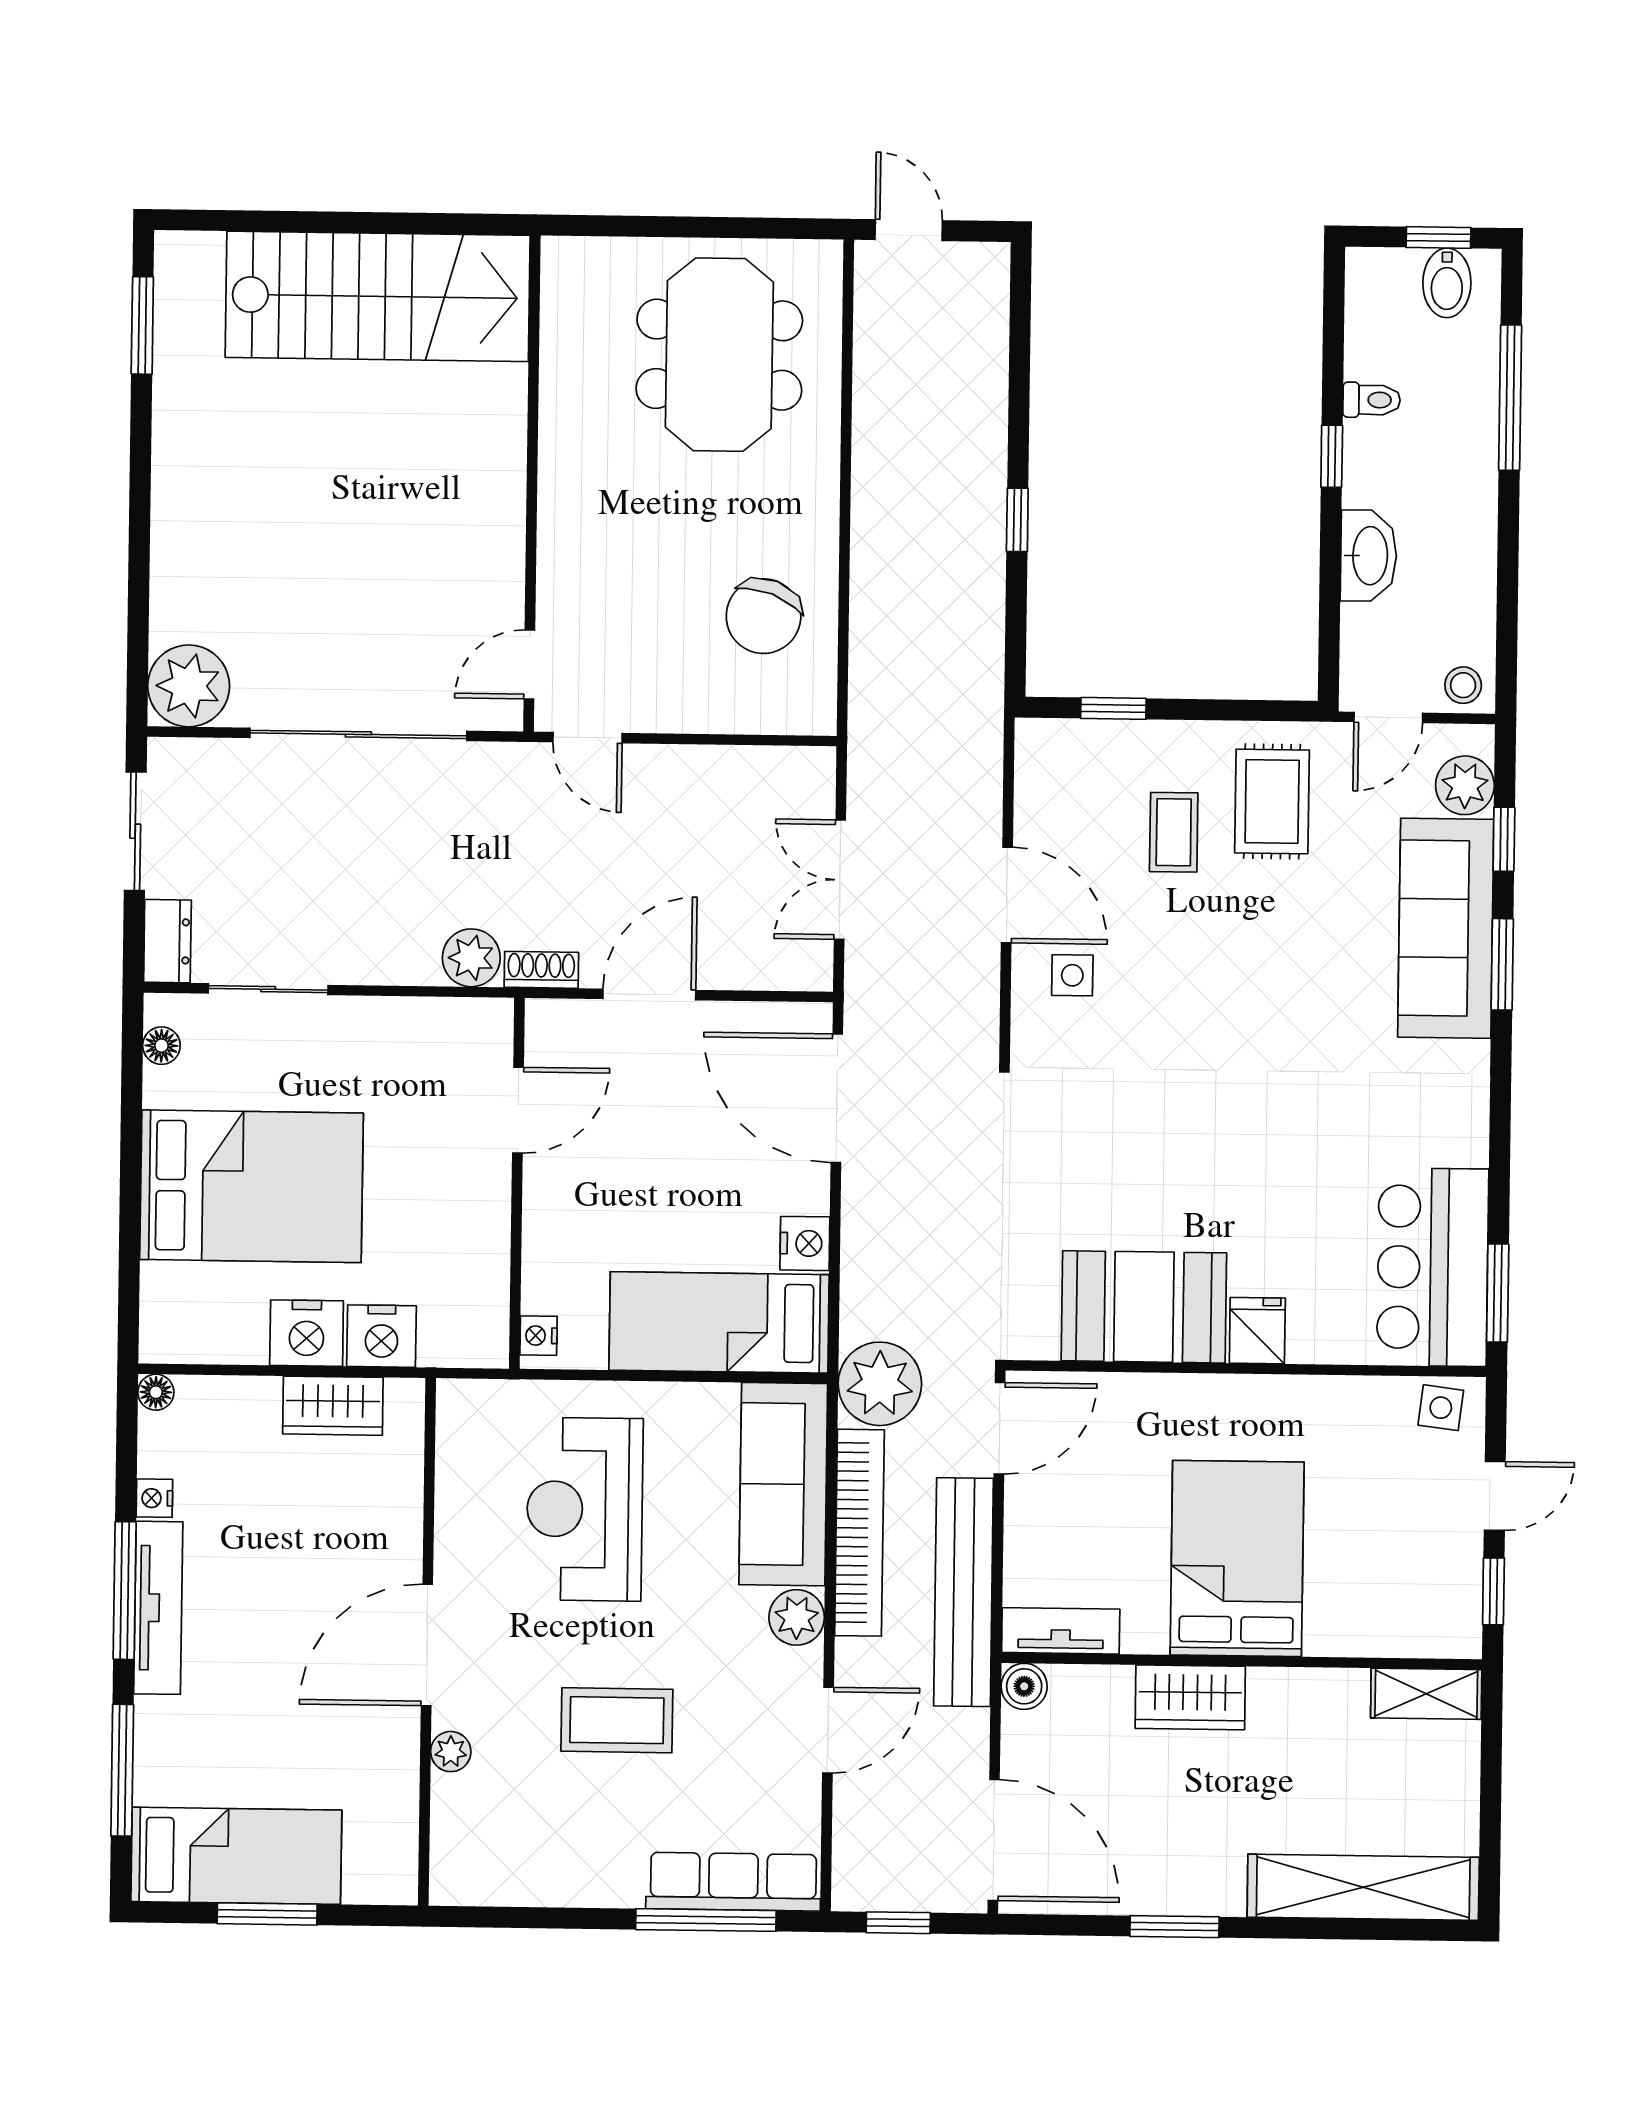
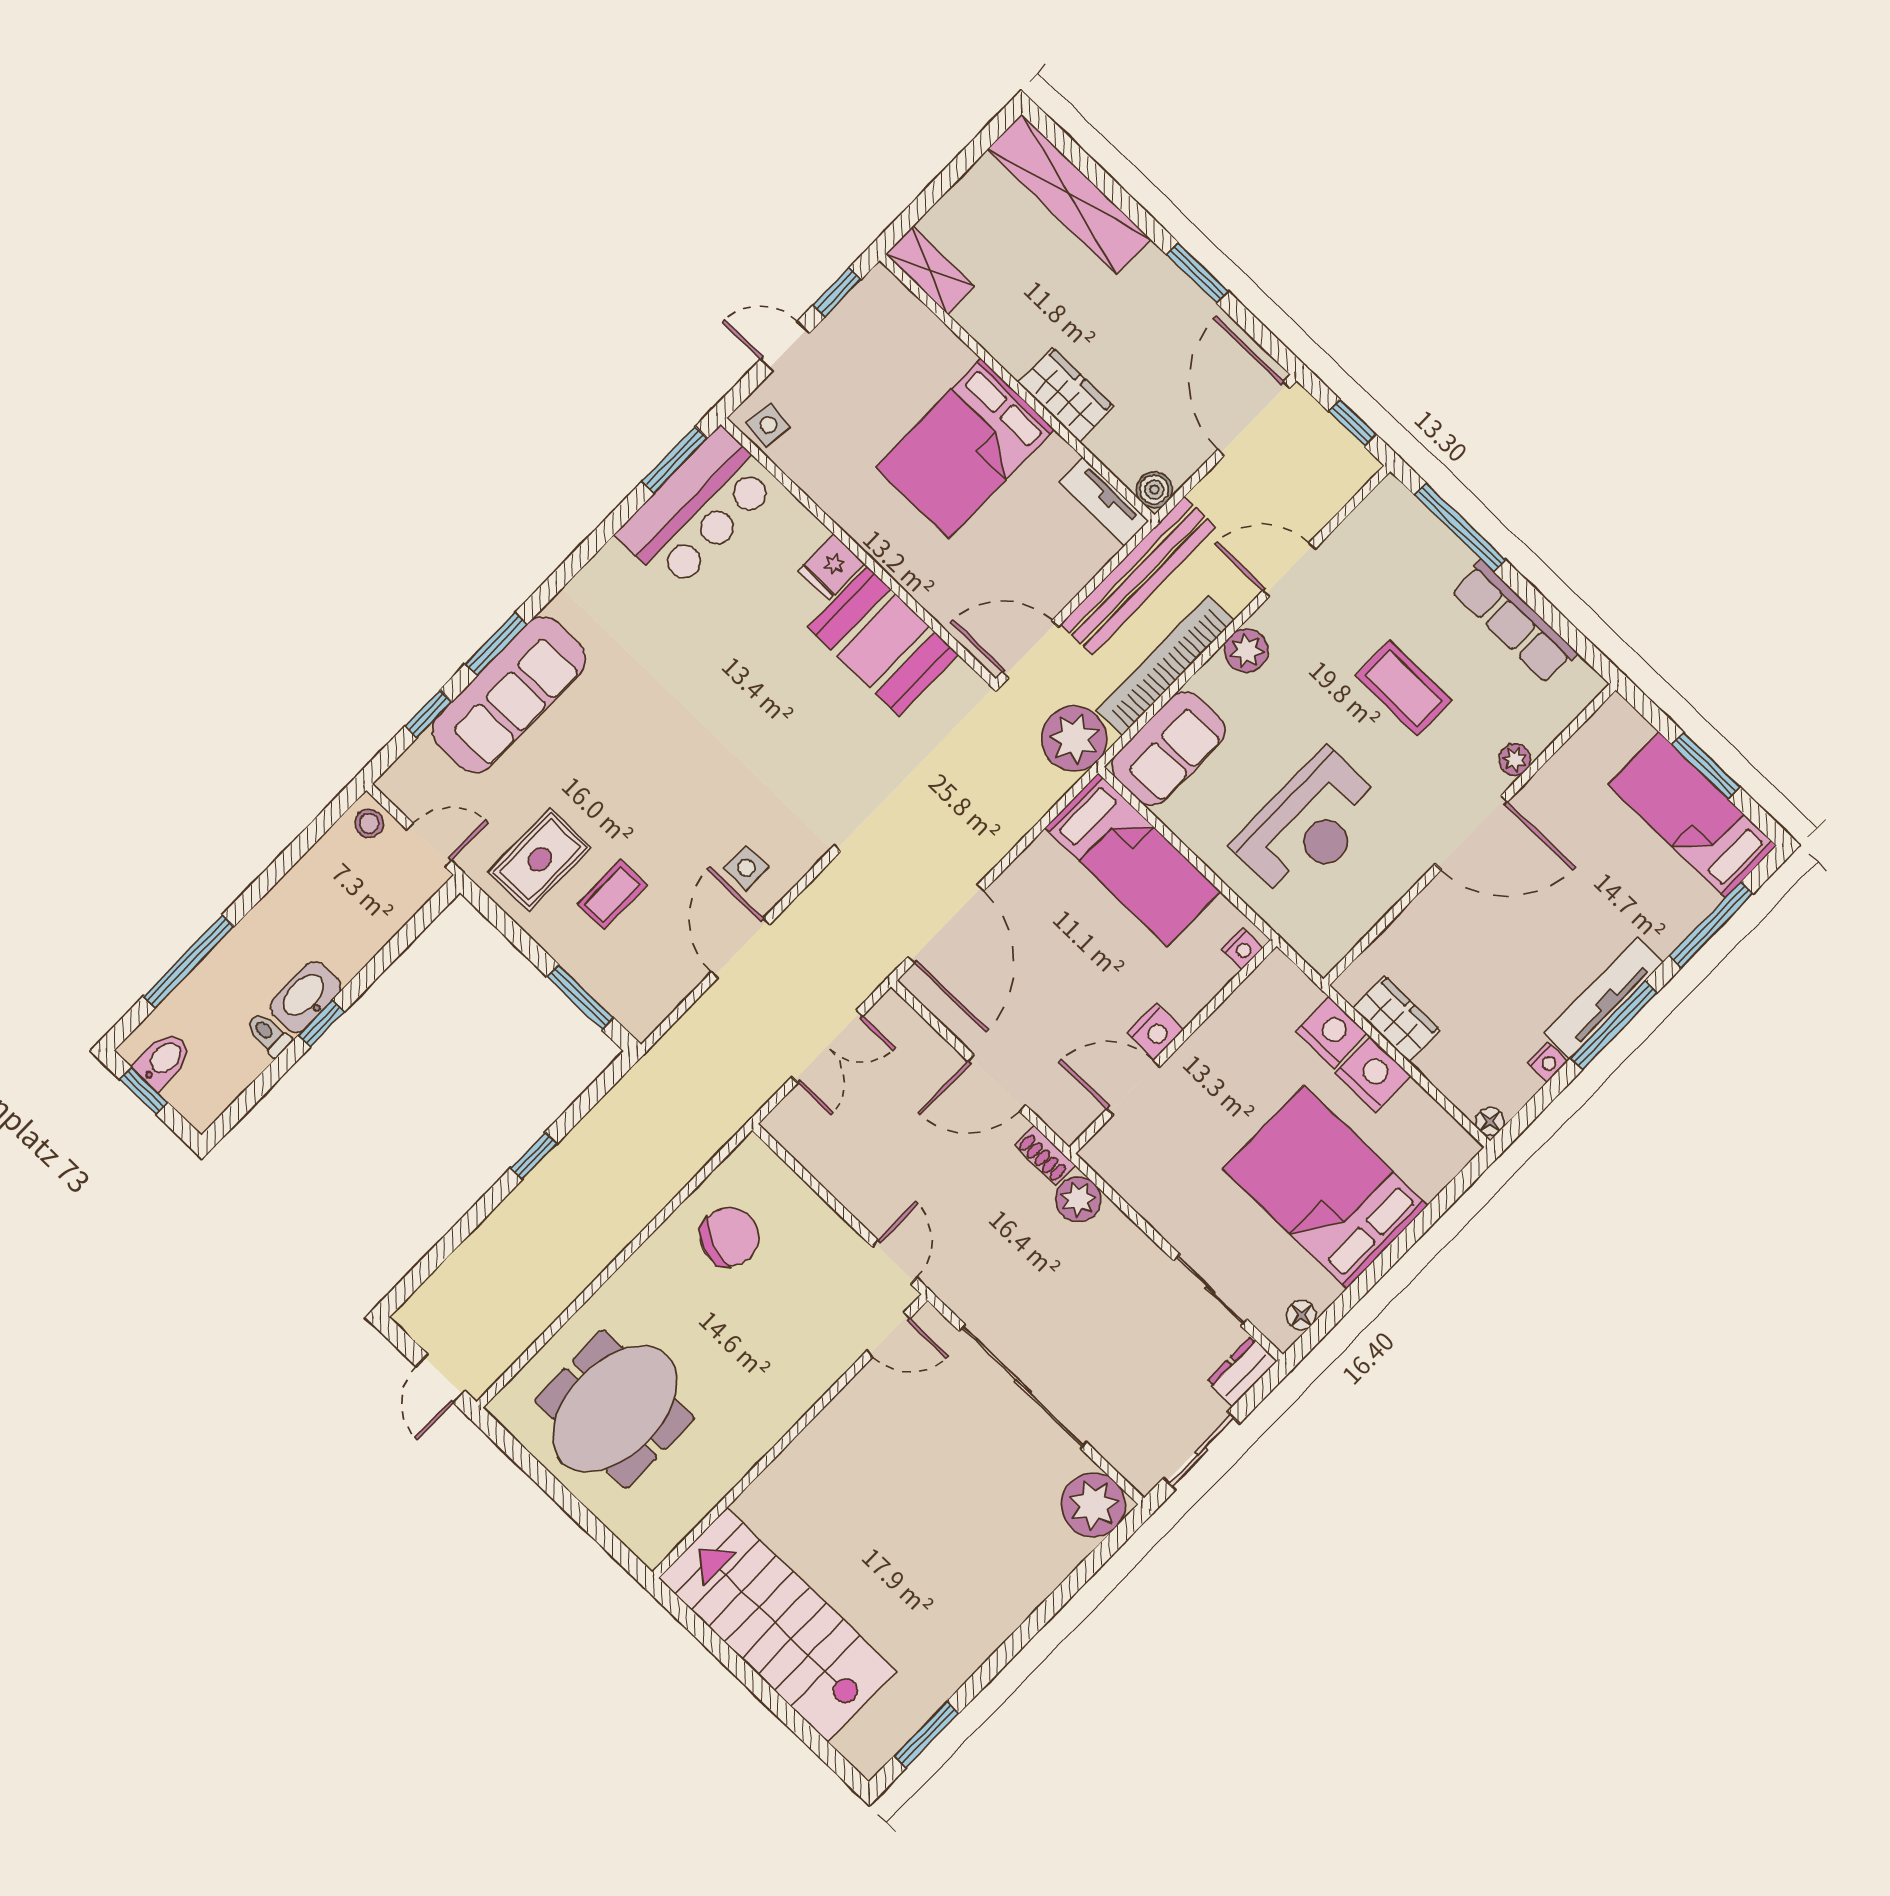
washbasin: (1369, 556) -> (305, 997), moved
window: (1113, 708) -> (580, 997), width x1.50
plant: (1465, 785) -> (422, 765), removed
nightstand: (805, 1243) -> (1155, 1032), moved, turned 180
sofa: (783, 1484) -> (1168, 748), width x0.73
row of seats: (733, 1882) -> (1514, 622), moved

